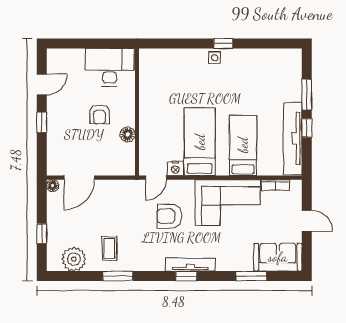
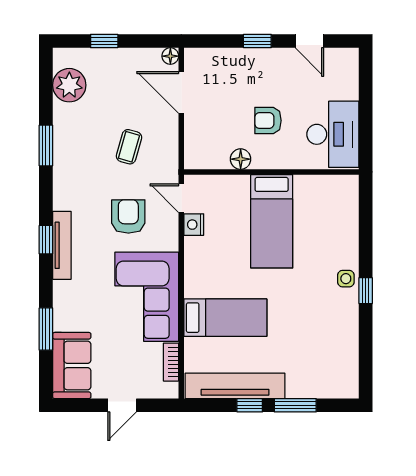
bed: (200, 142) -> (272, 221), moved, turned 90
coffee table: (109, 248) -> (129, 147), moved, turned -74

